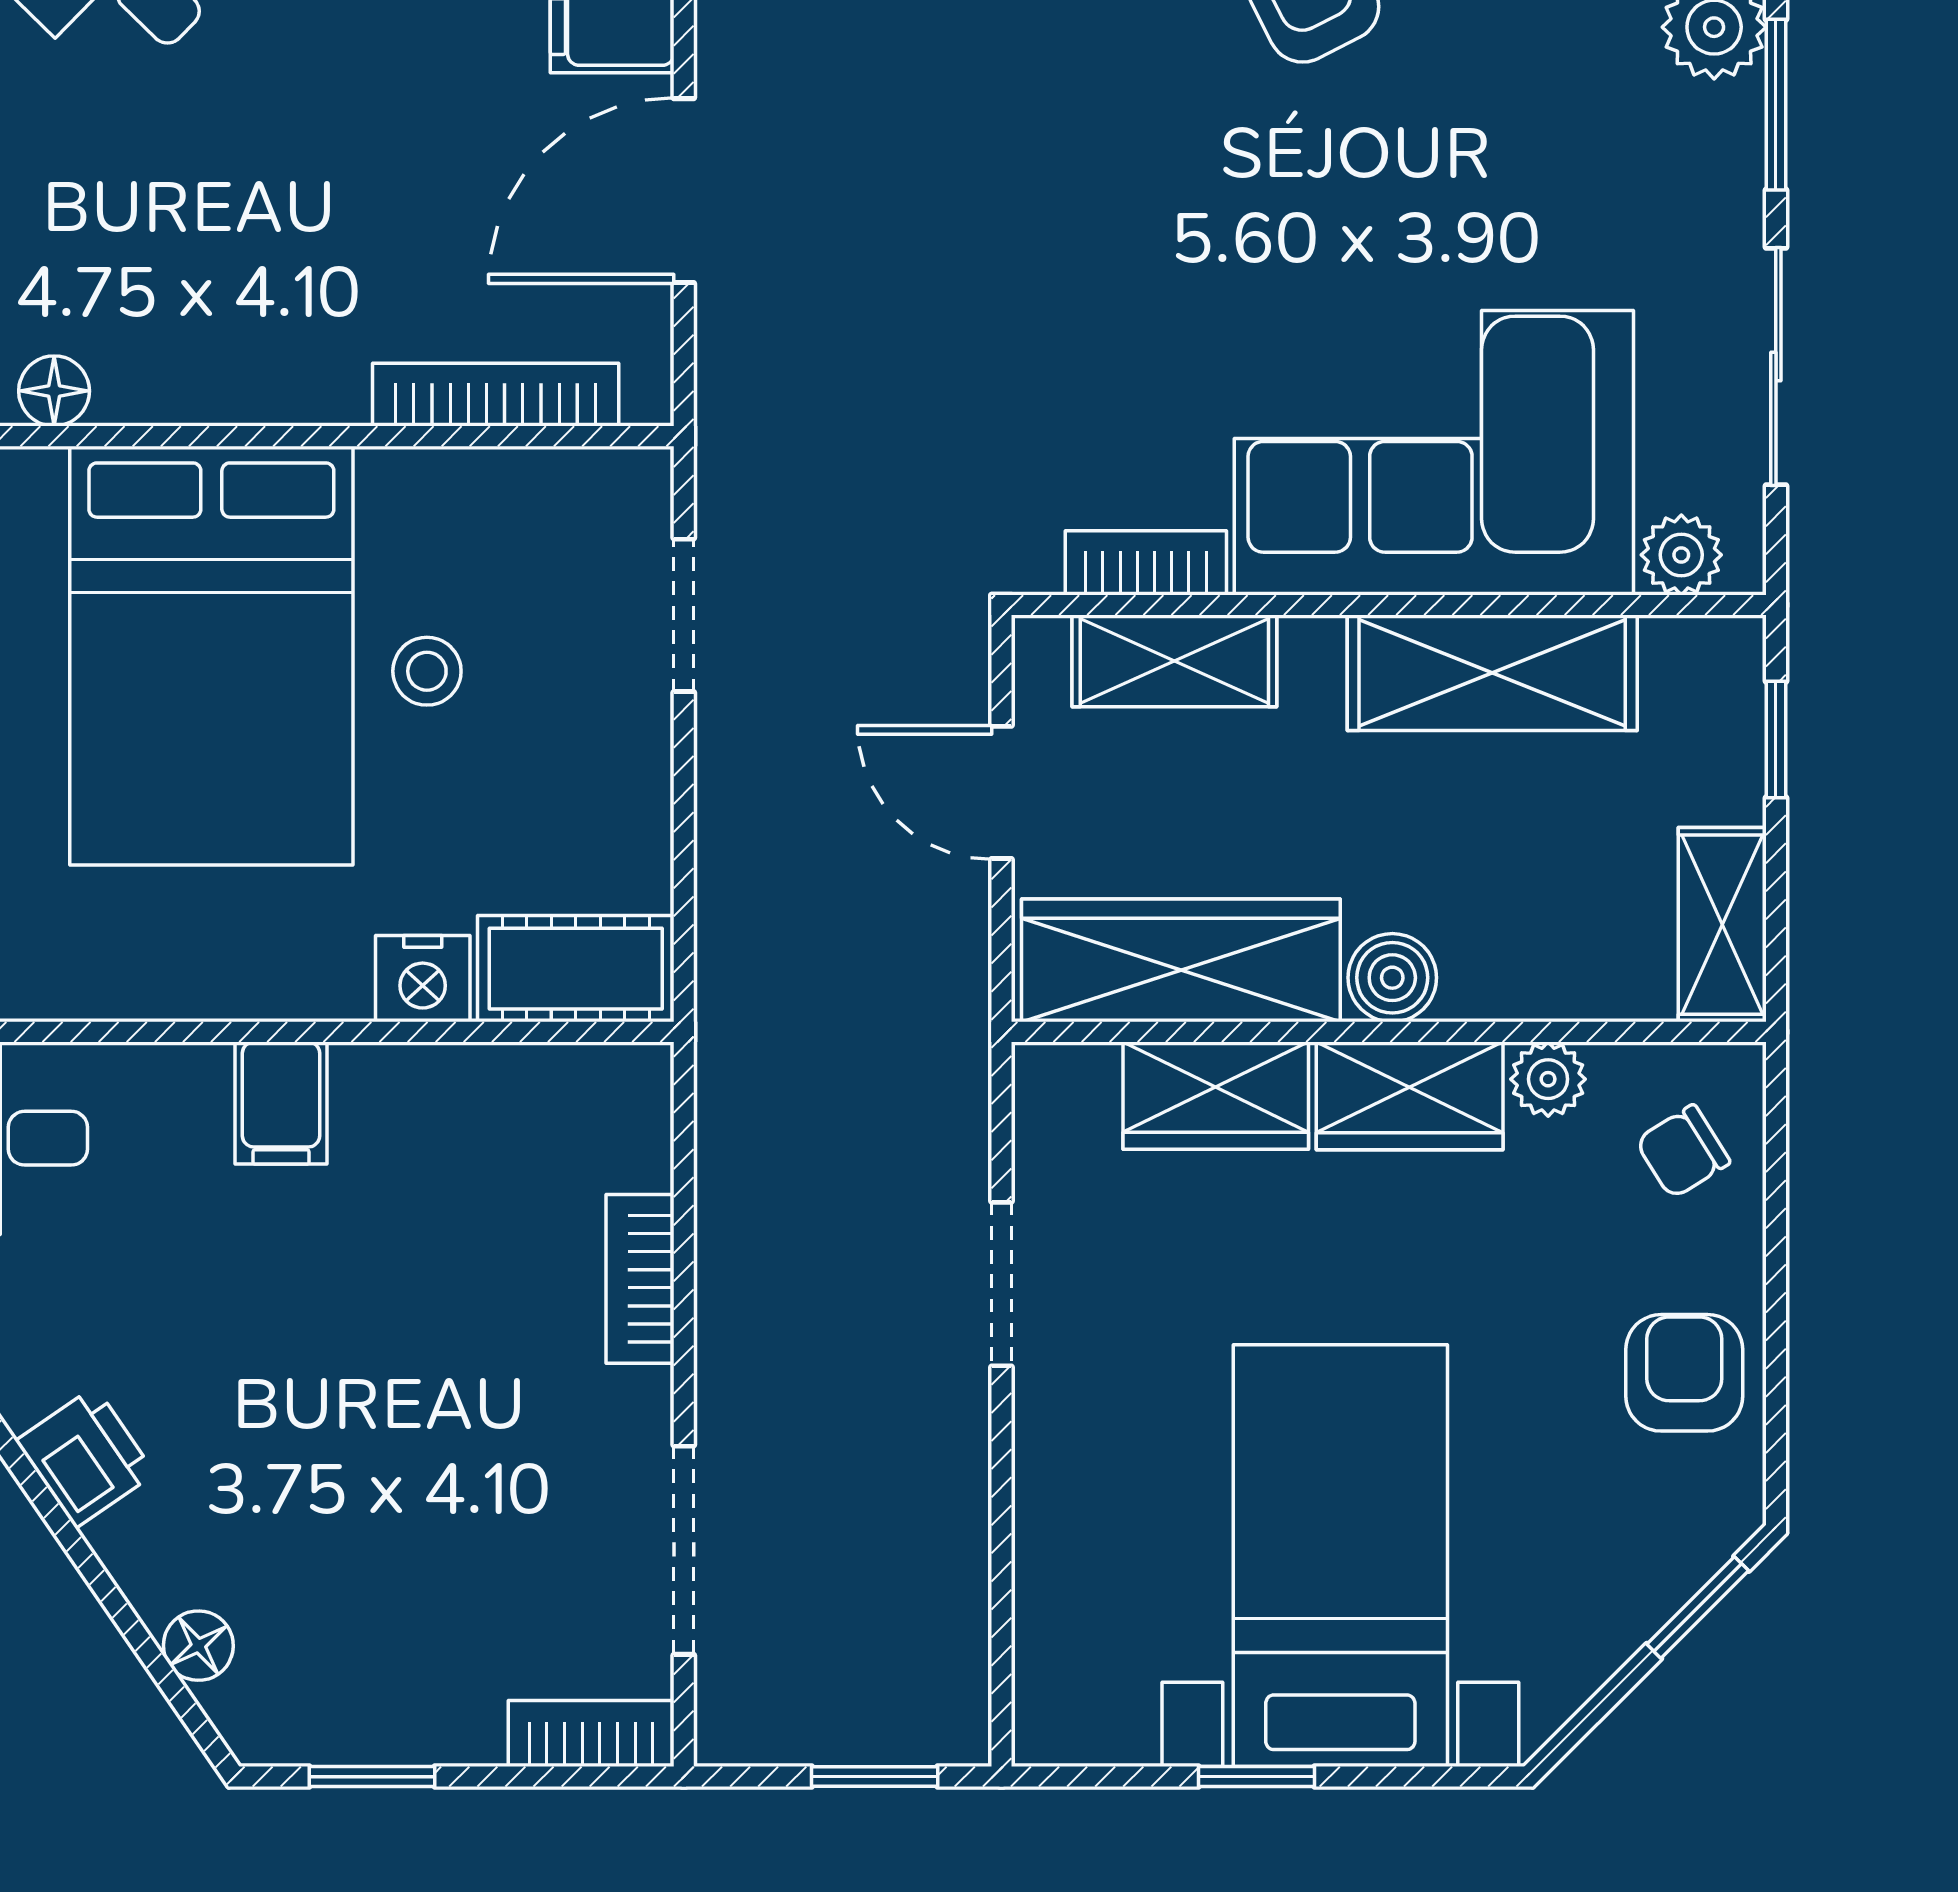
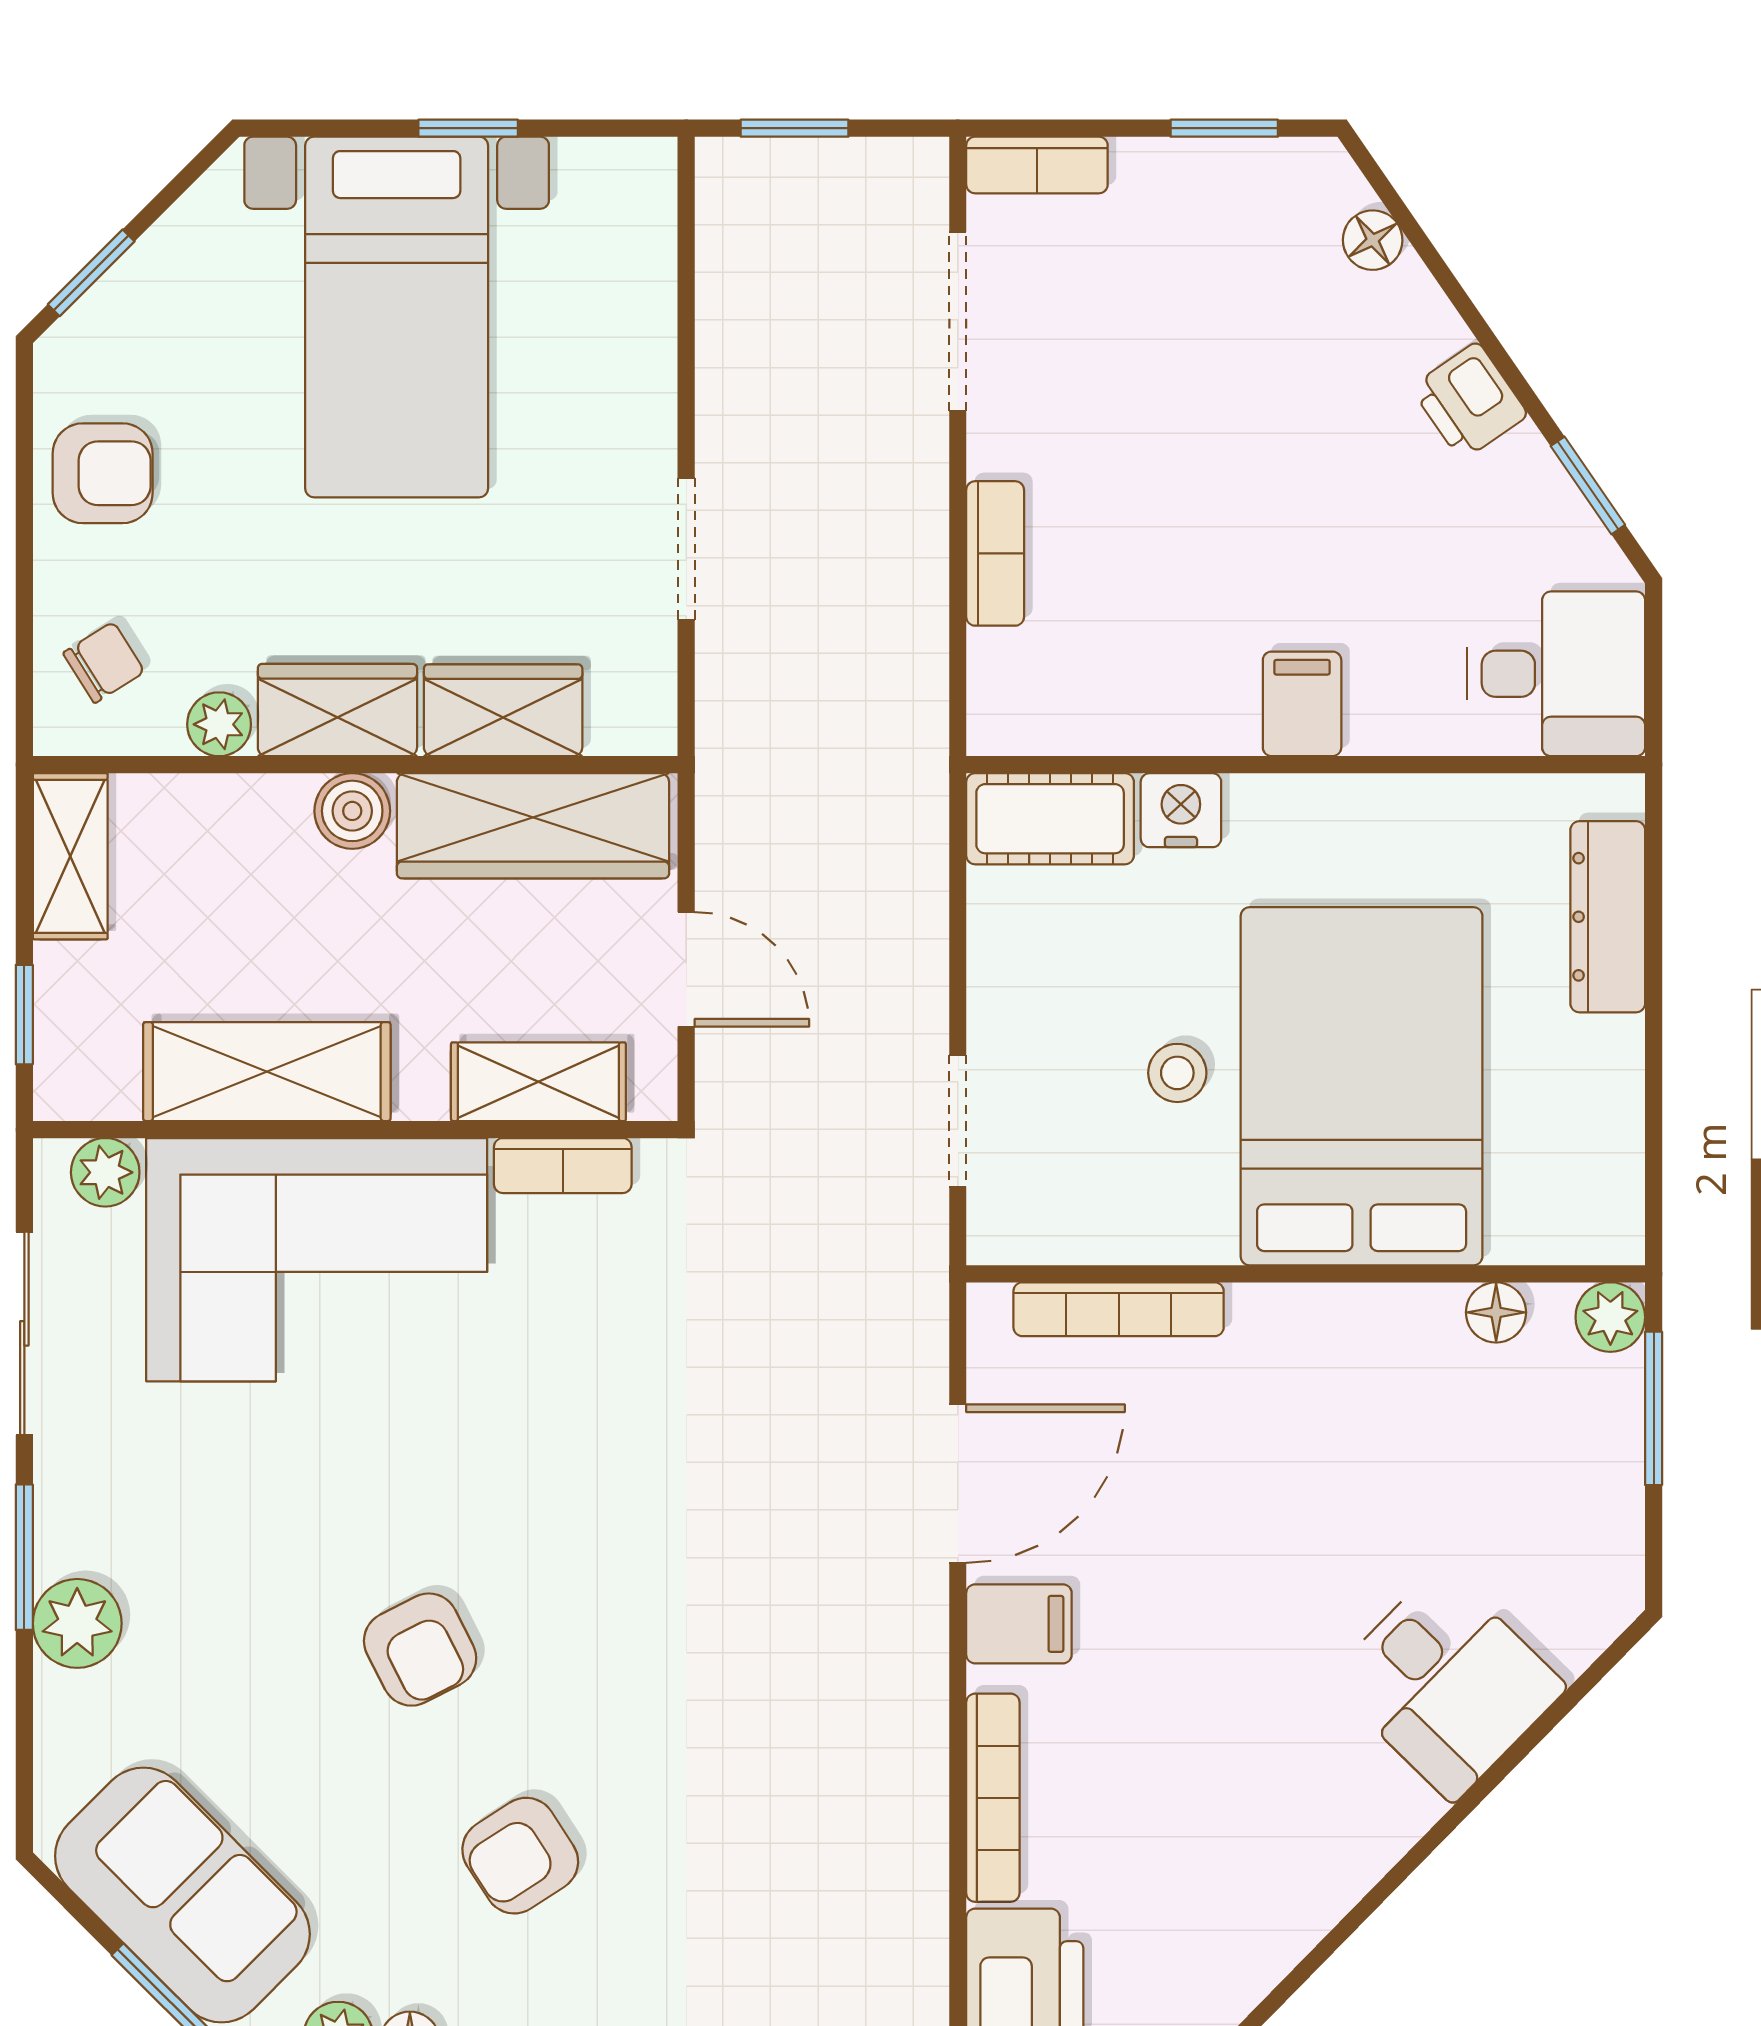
armchair: (1684, 1373) -> (103, 473), turned -90

